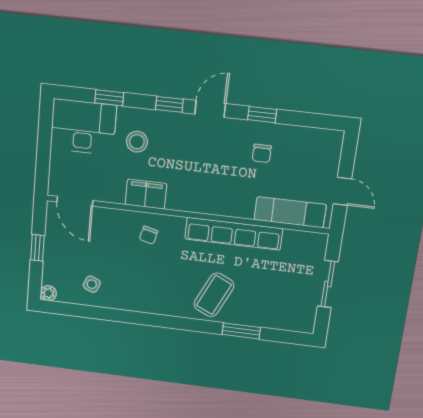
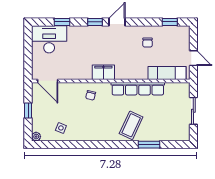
window: (262, 115) -> (170, 22), moved
stool: (137, 142) -> (79, 44), removed
filing cabinet: (146, 194) -> (103, 72), moved

